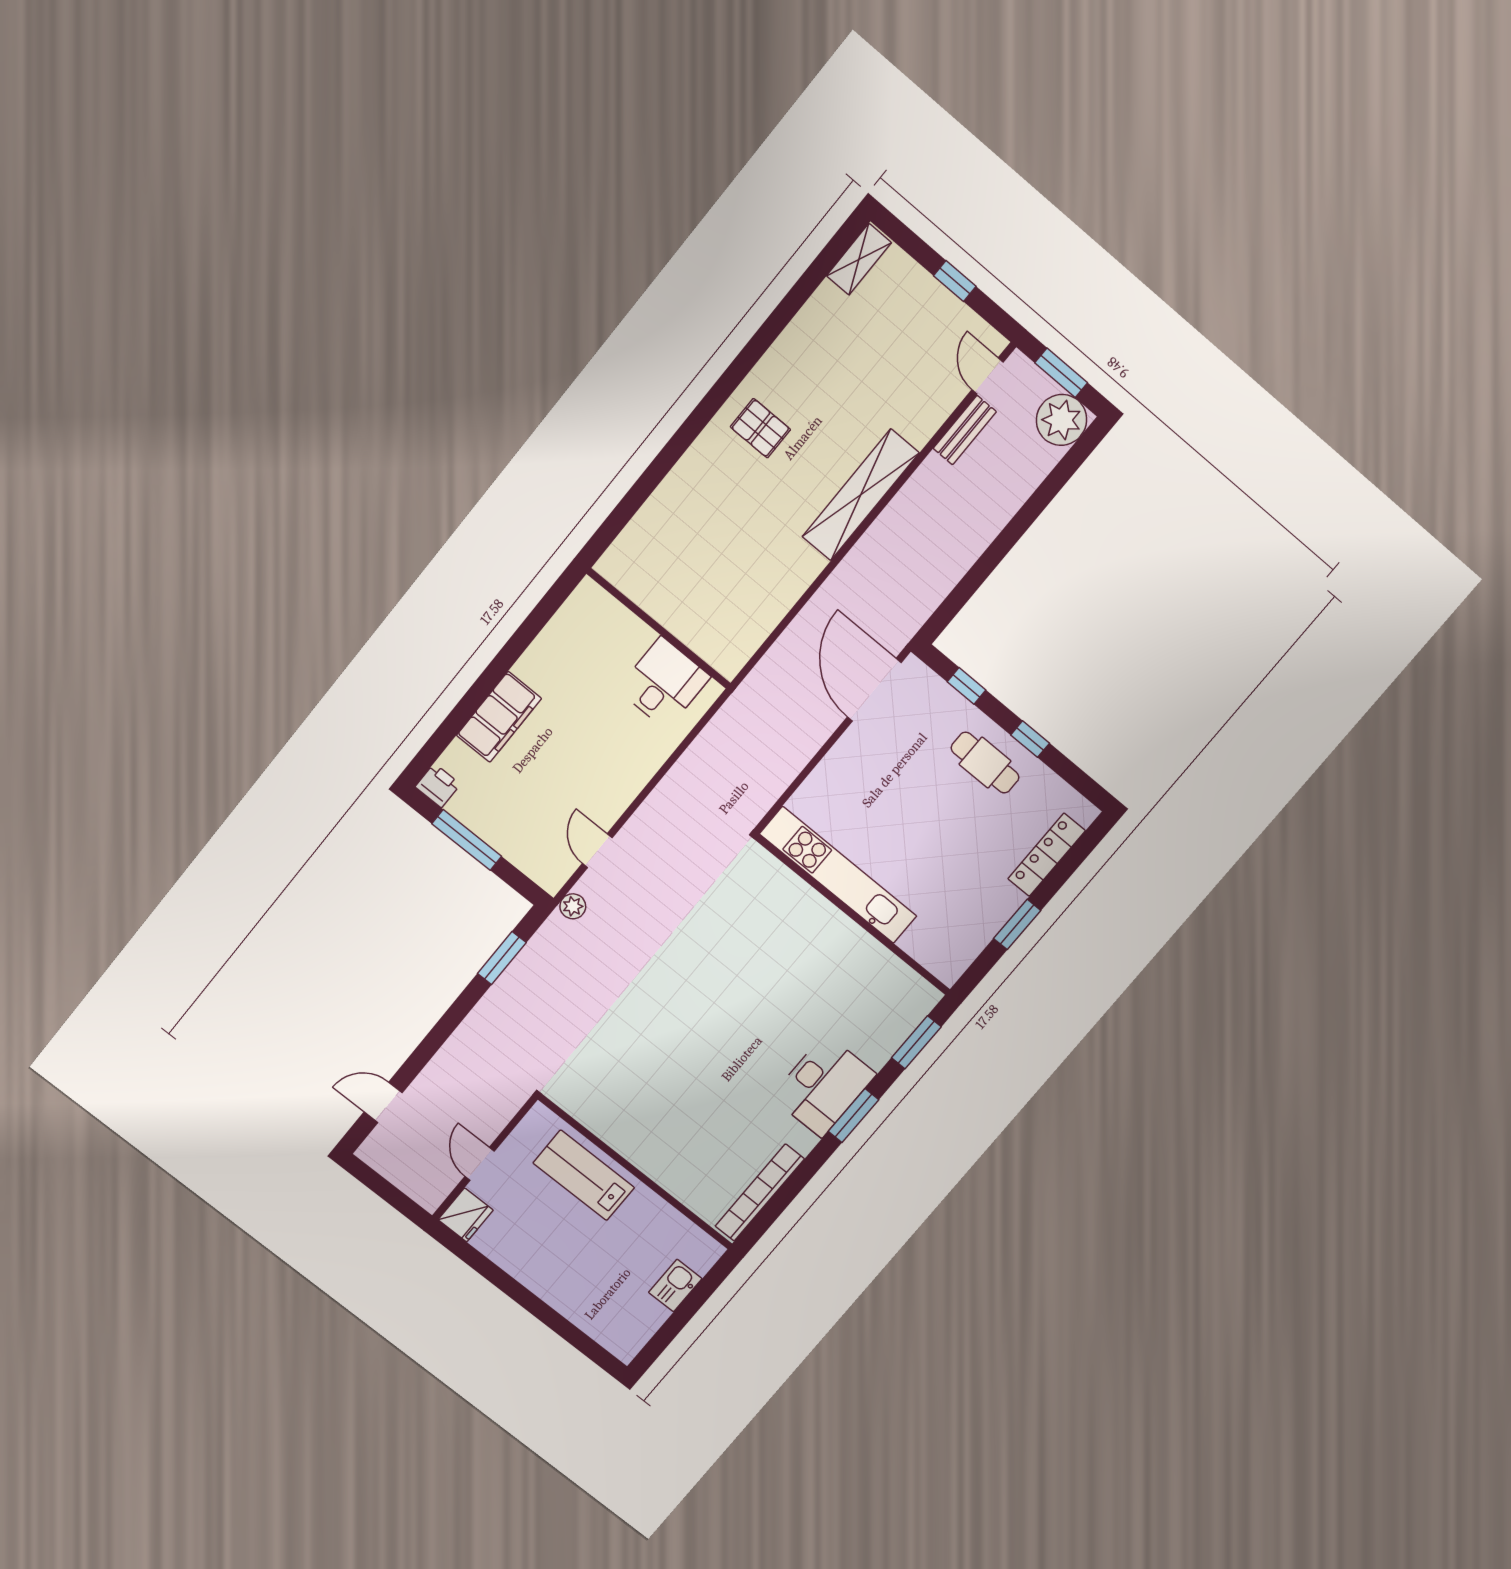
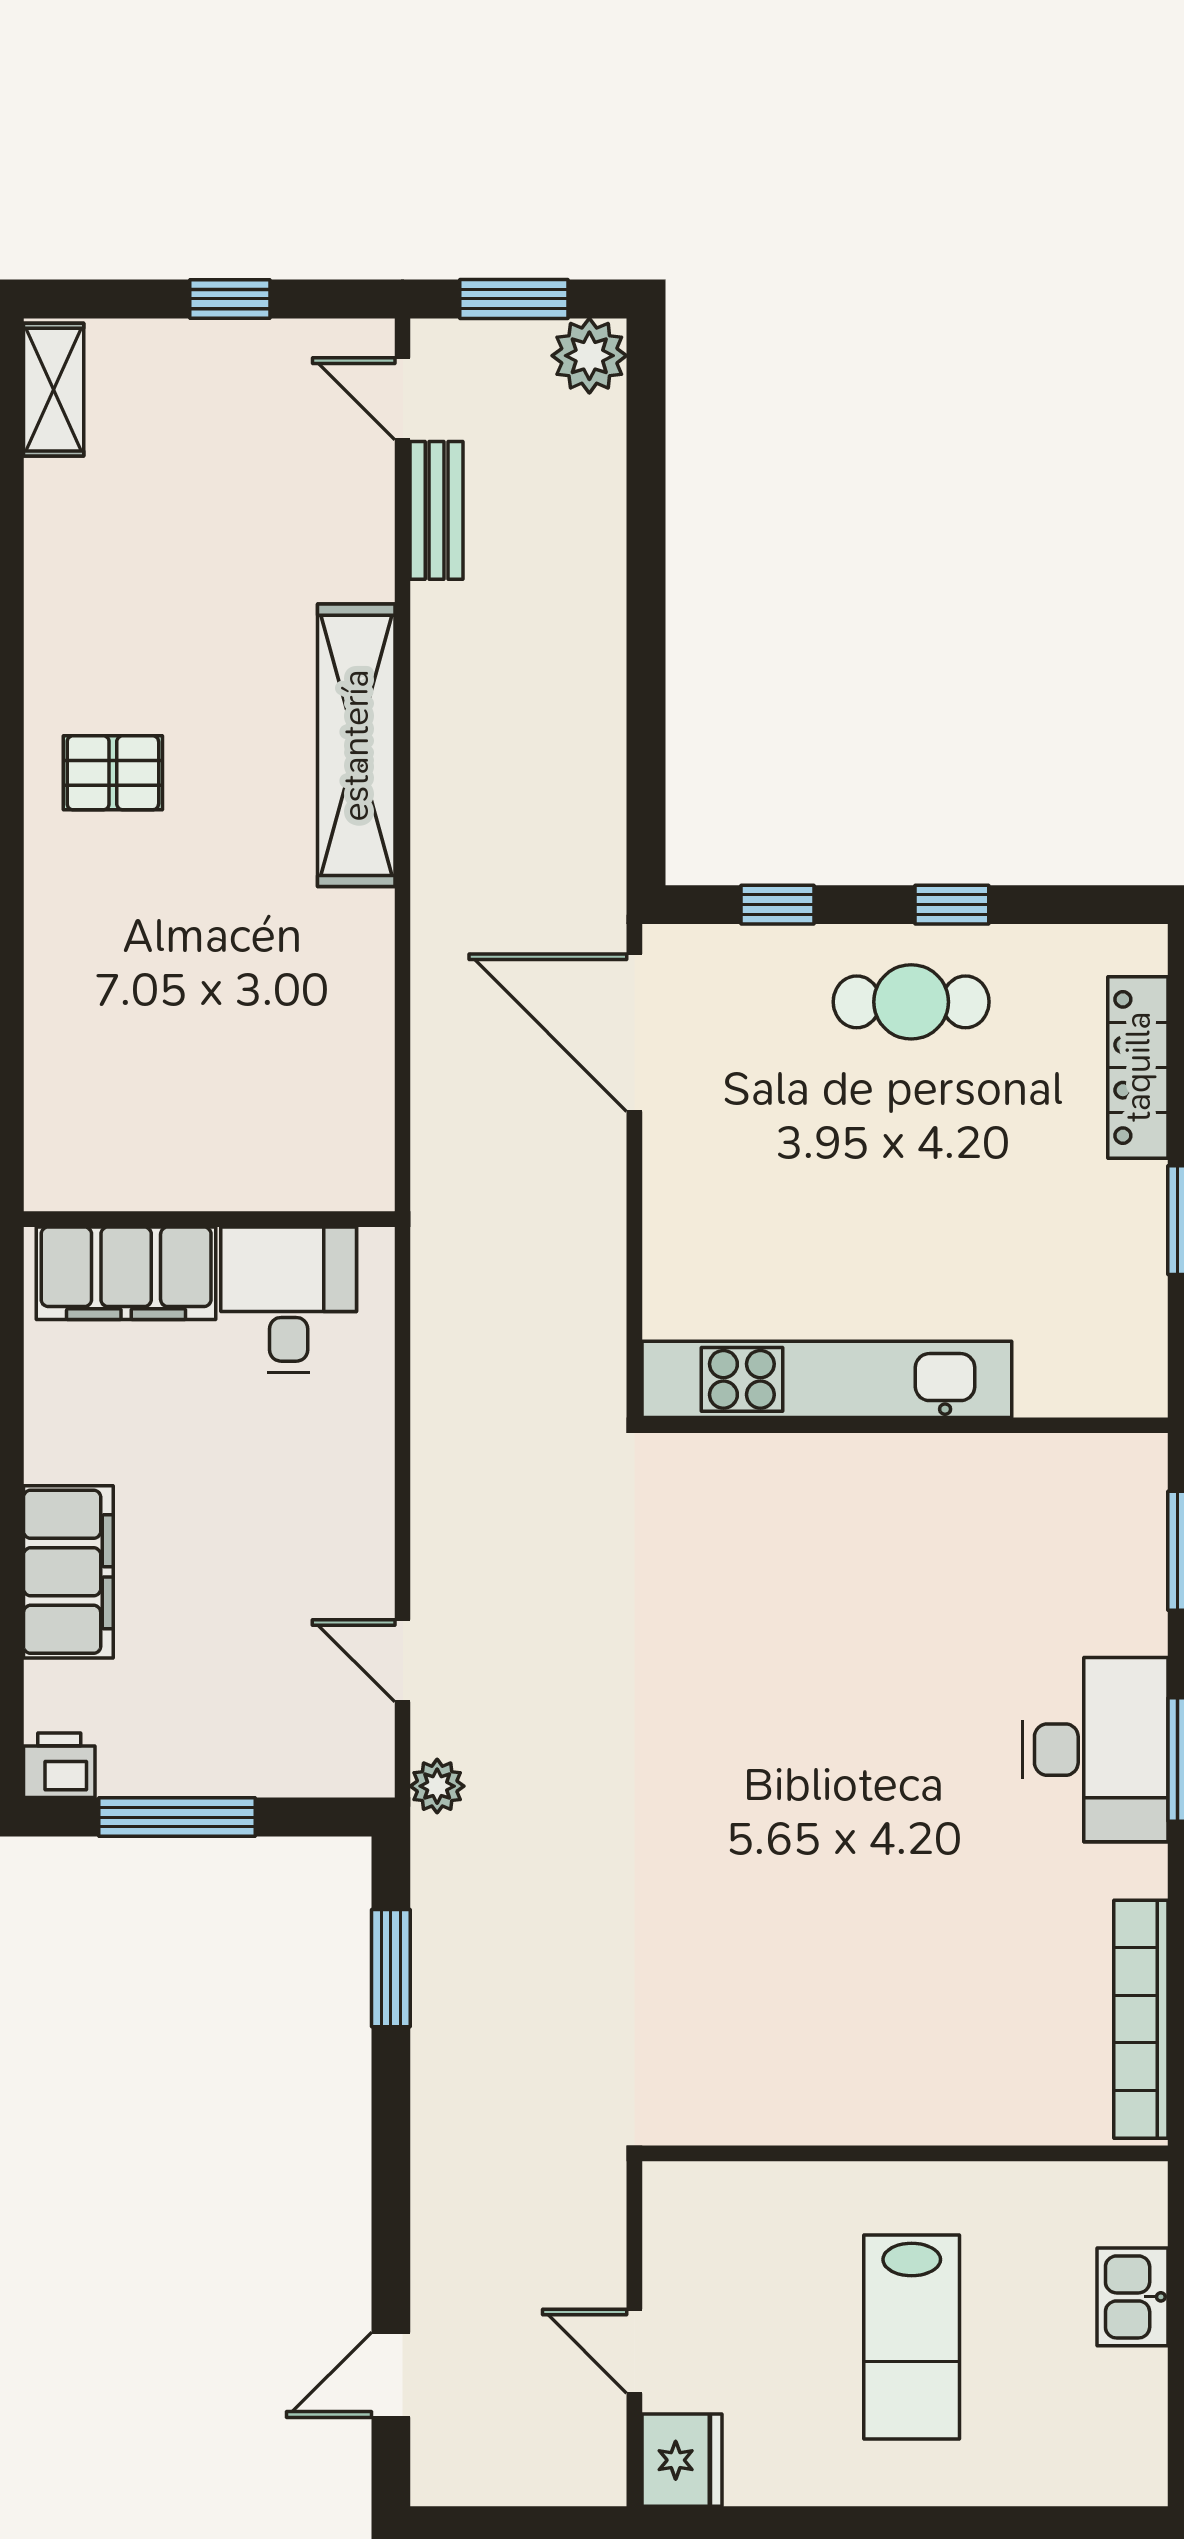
plant: (1062, 420) -> (589, 356), width x0.73, depth x0.73
filing cabinet: (611, 623) -> (126, 1273), added
lab bench: (584, 1175) -> (912, 2337), moved, turned -90

